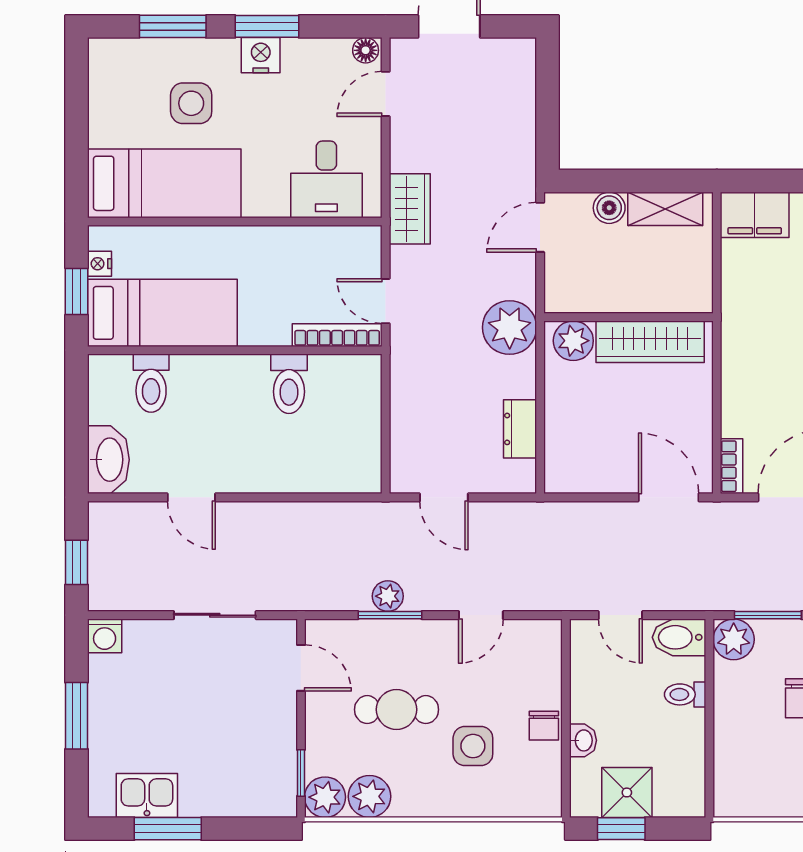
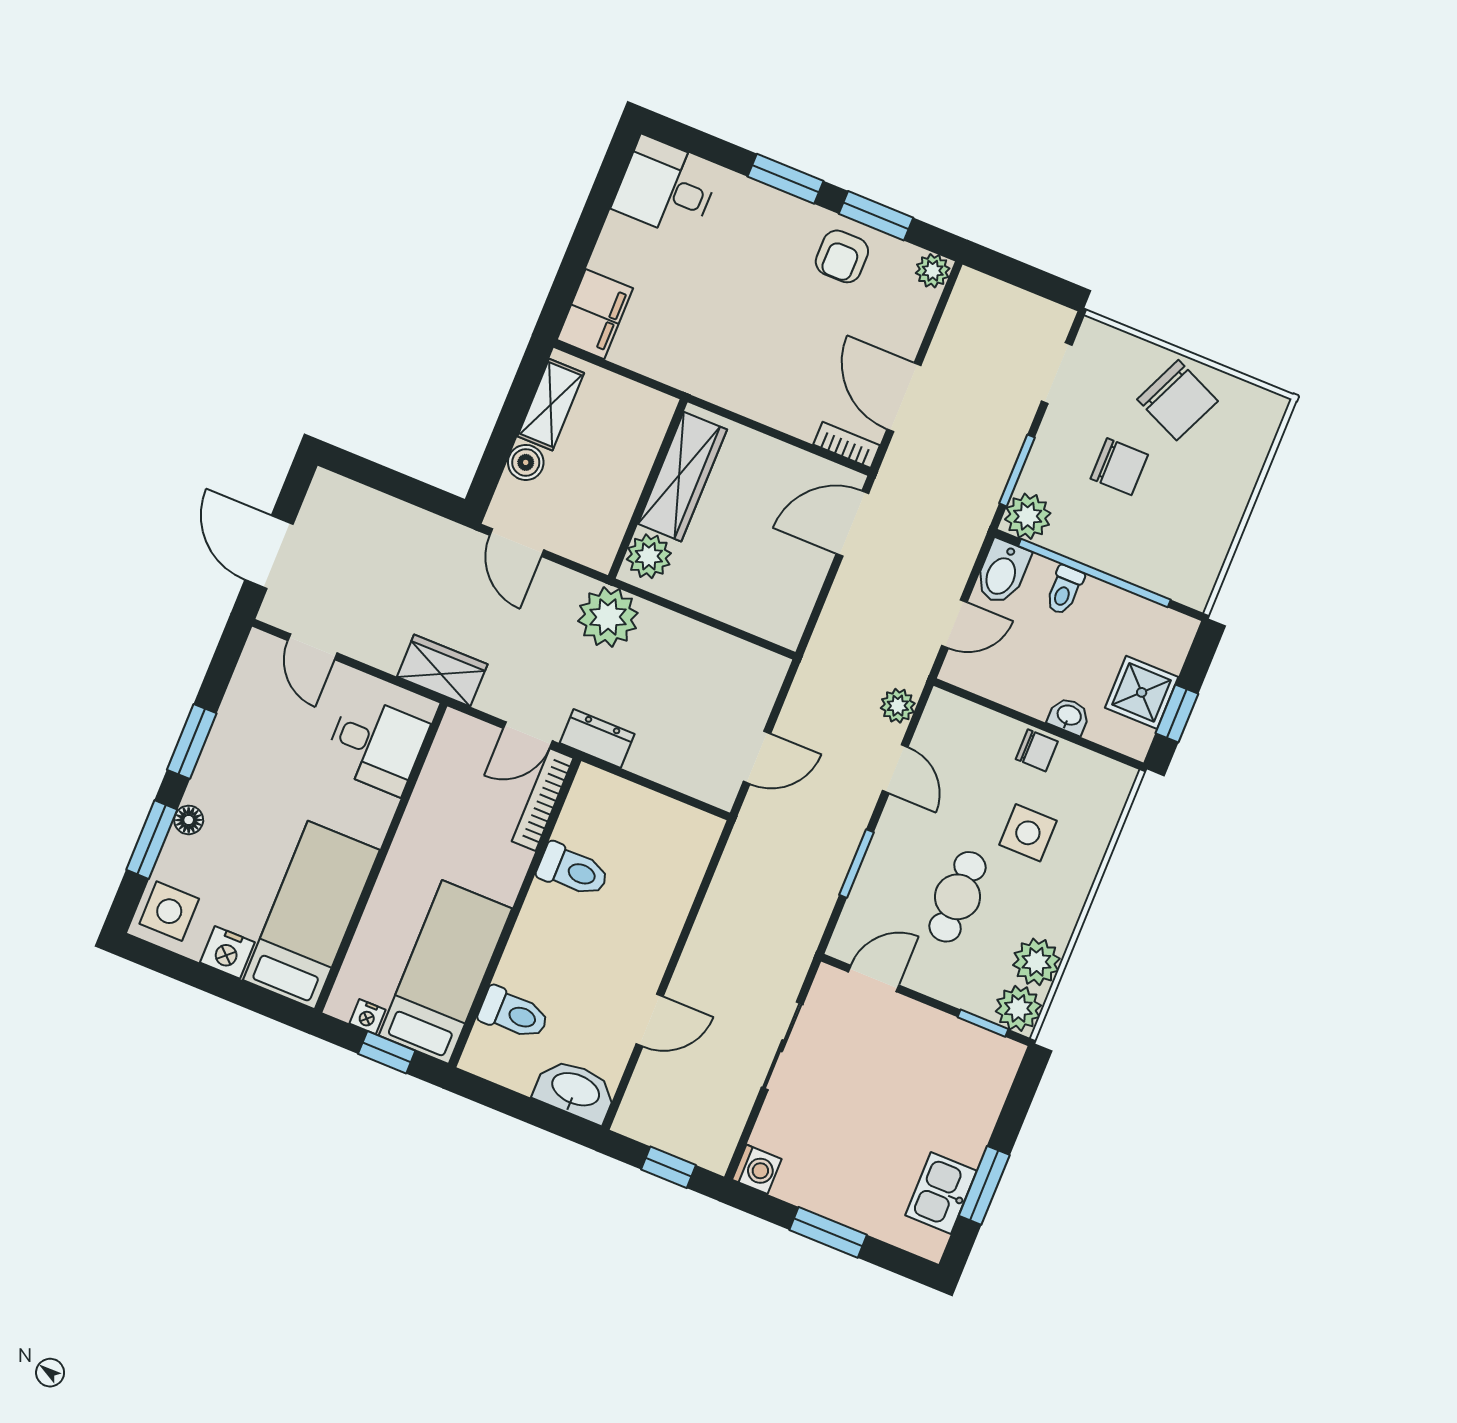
floor lamp: (366, 50) -> (189, 820), moved
nightstand: (261, 55) -> (227, 952), moved, turned -90
side table: (191, 103) -> (169, 911), moved
dresser: (520, 429) -> (597, 738), moved, turned 180
plant: (388, 596) -> (898, 706), moved
window: (709, 713) -> (1094, 573), added

